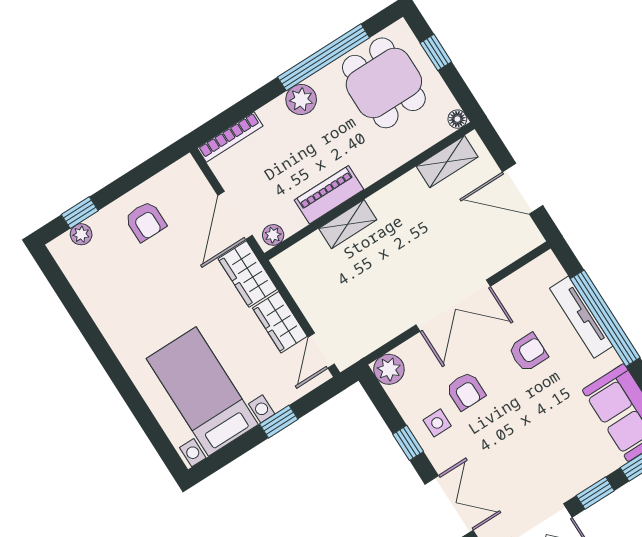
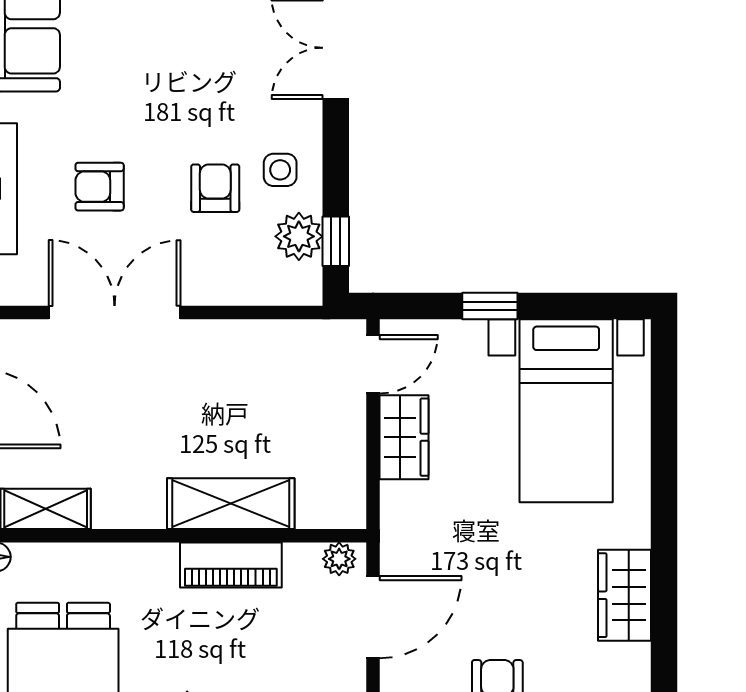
shelving: (348, 224) -> (231, 504), width x1.50, depth x1.33
wardrobe: (248, 274) -> (624, 595), moved, turned 180
double door: (453, 306) -> (115, 312), moved
plant: (389, 369) -> (299, 236), moved
window: (408, 443) -> (336, 241), moved

